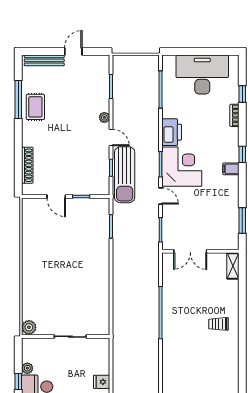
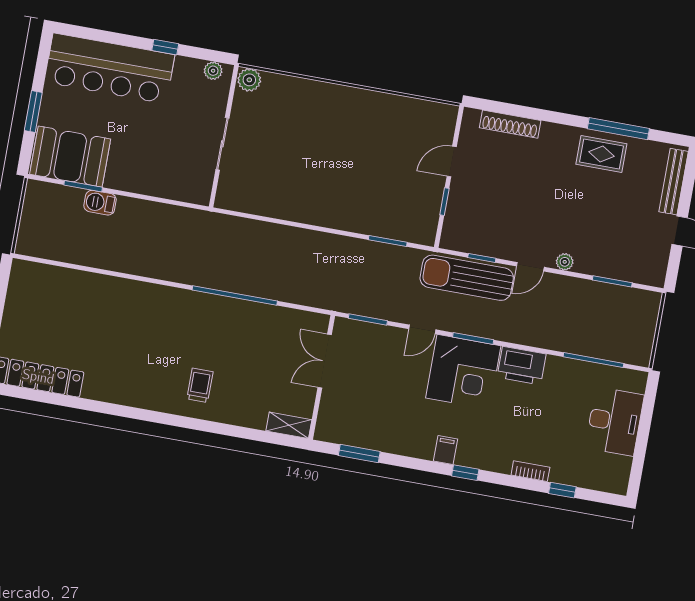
desk: (202, 75) -> (615, 421), width x0.73, depth x0.77
plant: (27, 368) -> (213, 71), moved
fridge: (102, 382) -> (141, 181), removed

